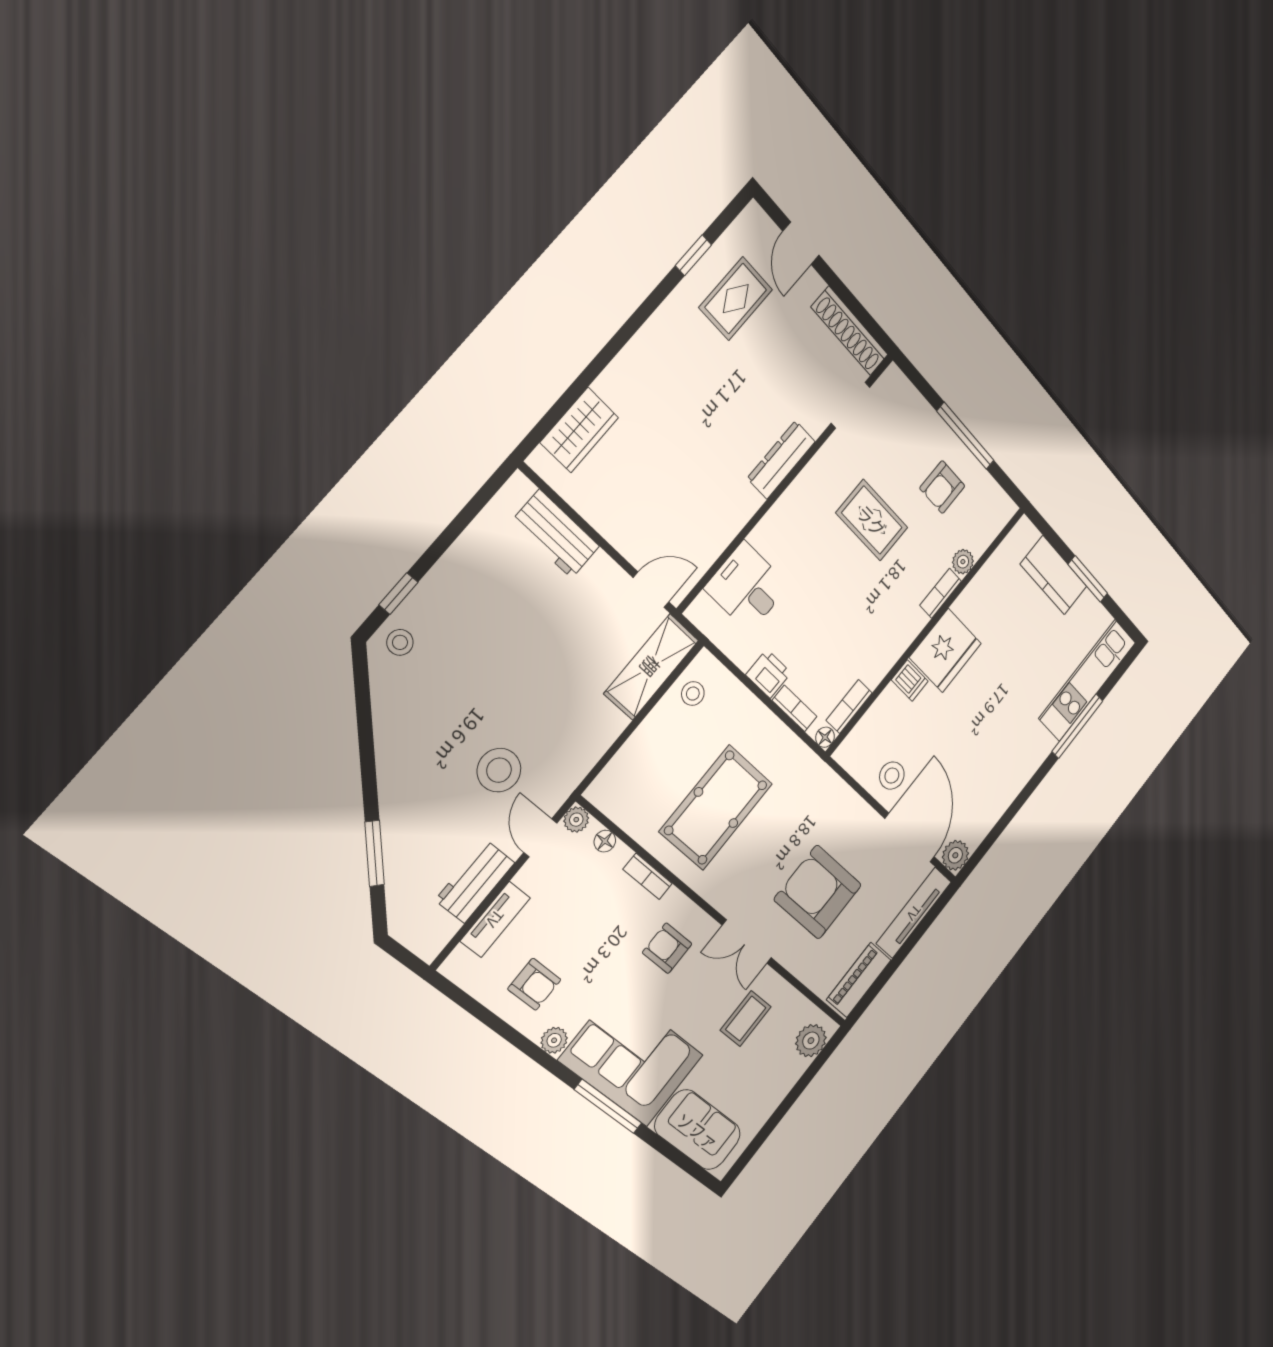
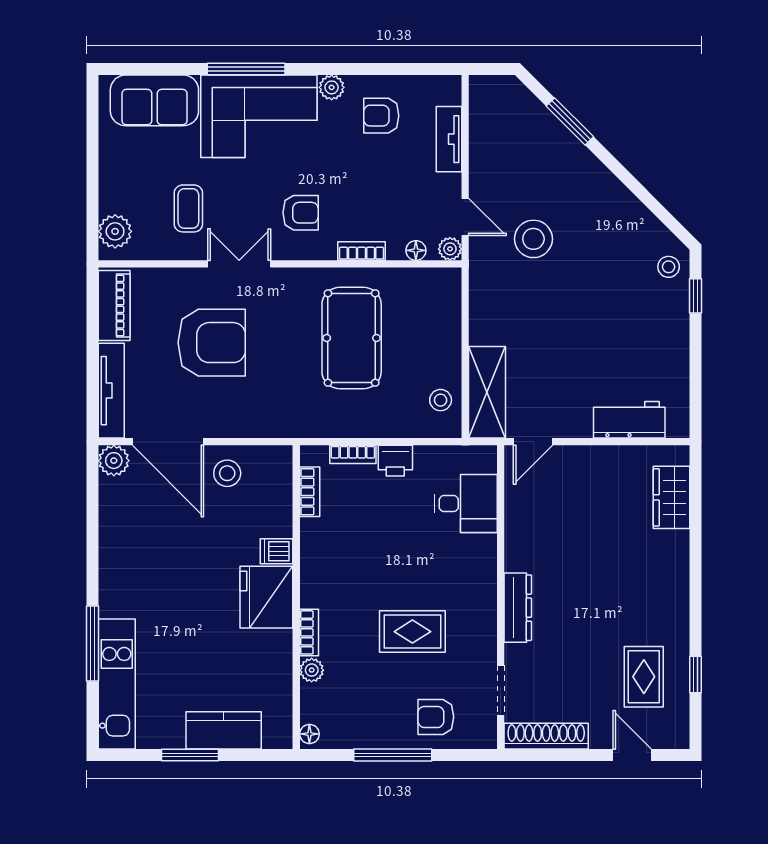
armchair: (942, 487) -> (436, 717), moved, turned -90
floor lamp: (825, 737) -> (309, 734), moved
workbench: (475, 881) -> (486, 154), removed

